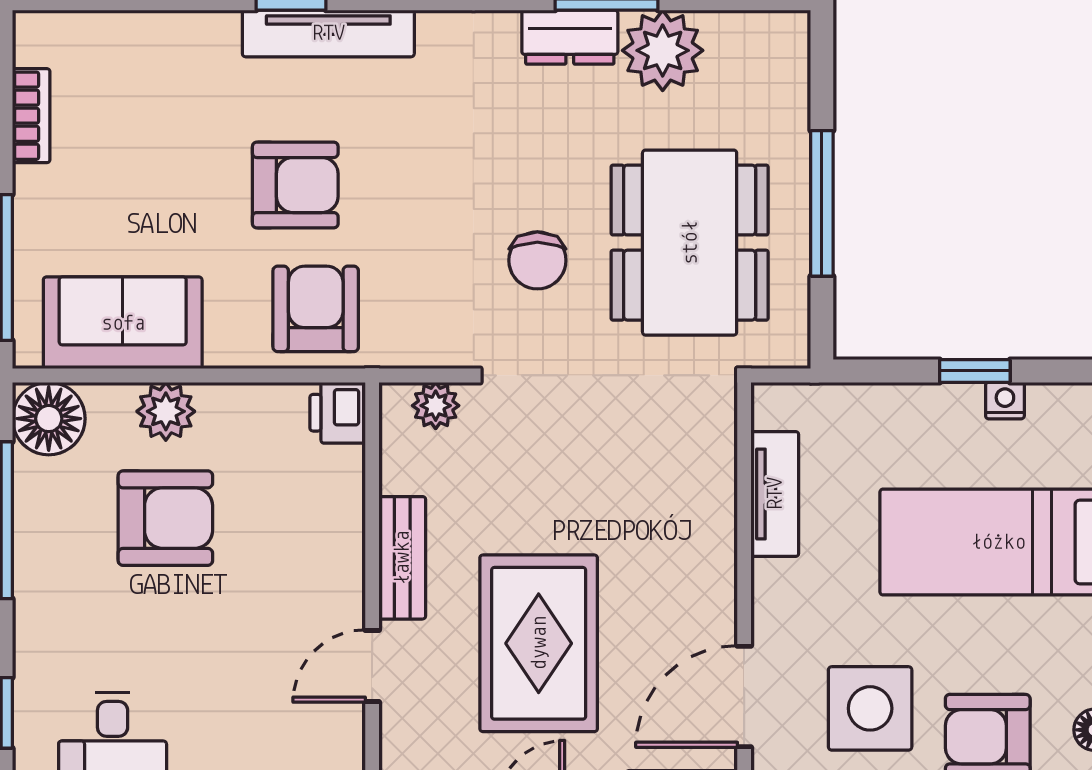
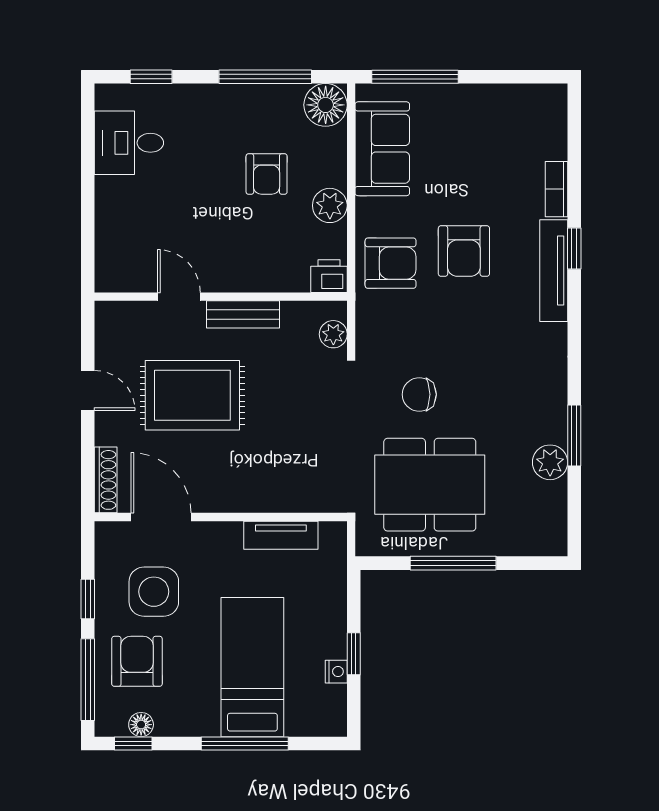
dresser: (570, 37) -> (552, 414), removed
plant: (663, 50) -> (550, 462), width x0.73, depth x0.73
bookcase: (31, 116) -> (556, 189), moved, turned 90
plant: (166, 411) -> (330, 205), moved
armchair: (165, 518) -> (267, 174), width x0.72, depth x0.72

